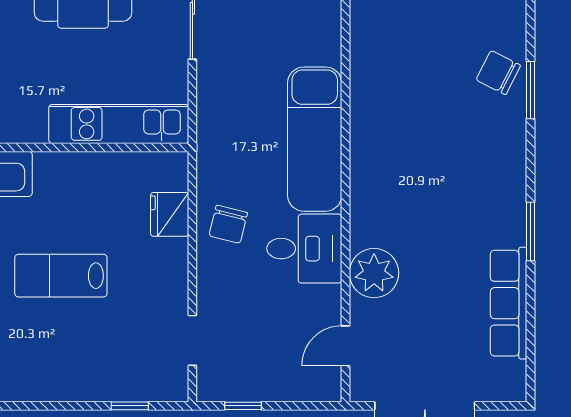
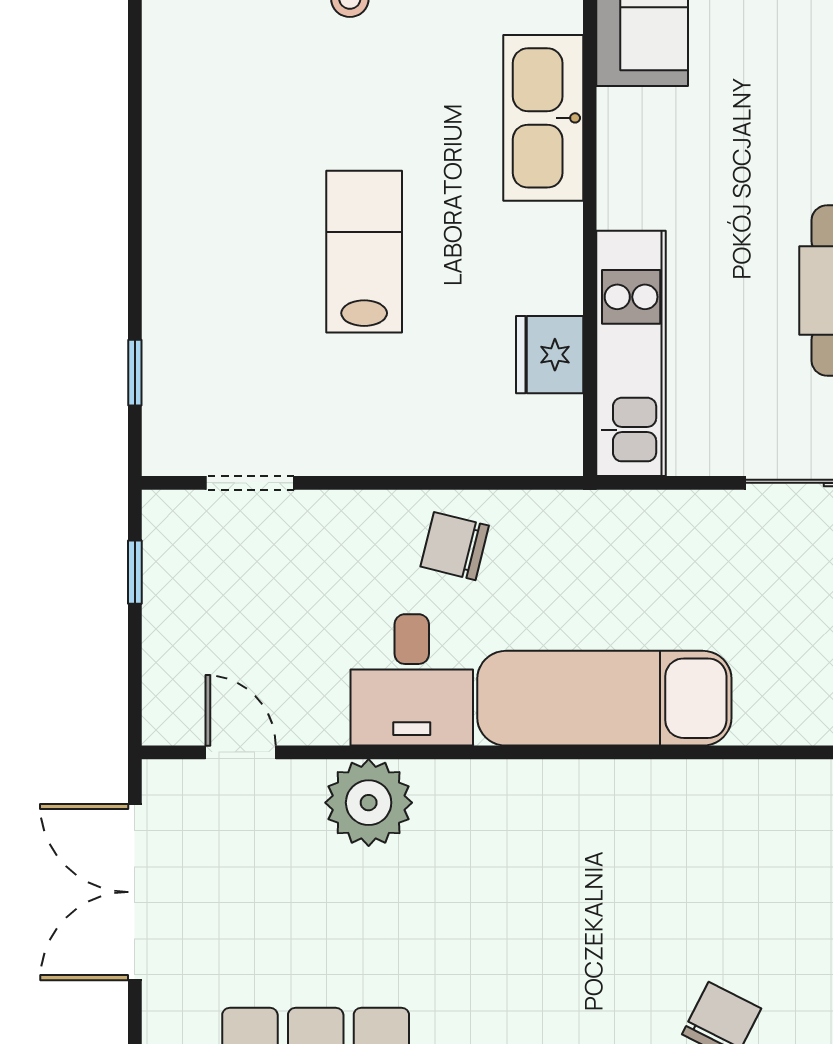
fridge: (170, 214) -> (550, 355), moved, turned -90

